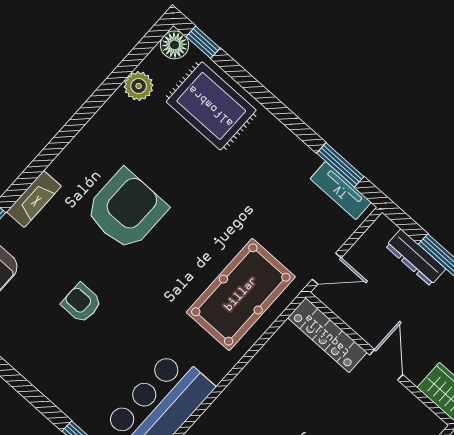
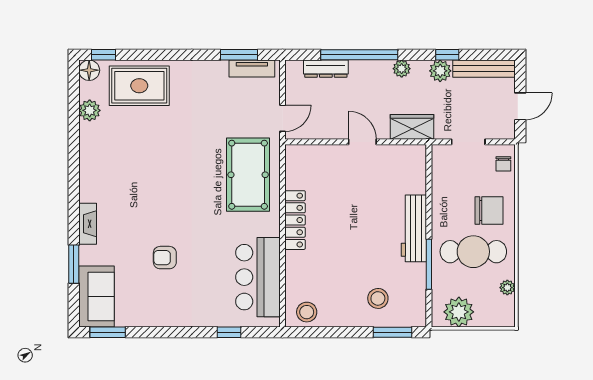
armchair: (126, 210) -> (143, 185), removed
locker: (327, 335) -> (295, 220), moved, turned -90

